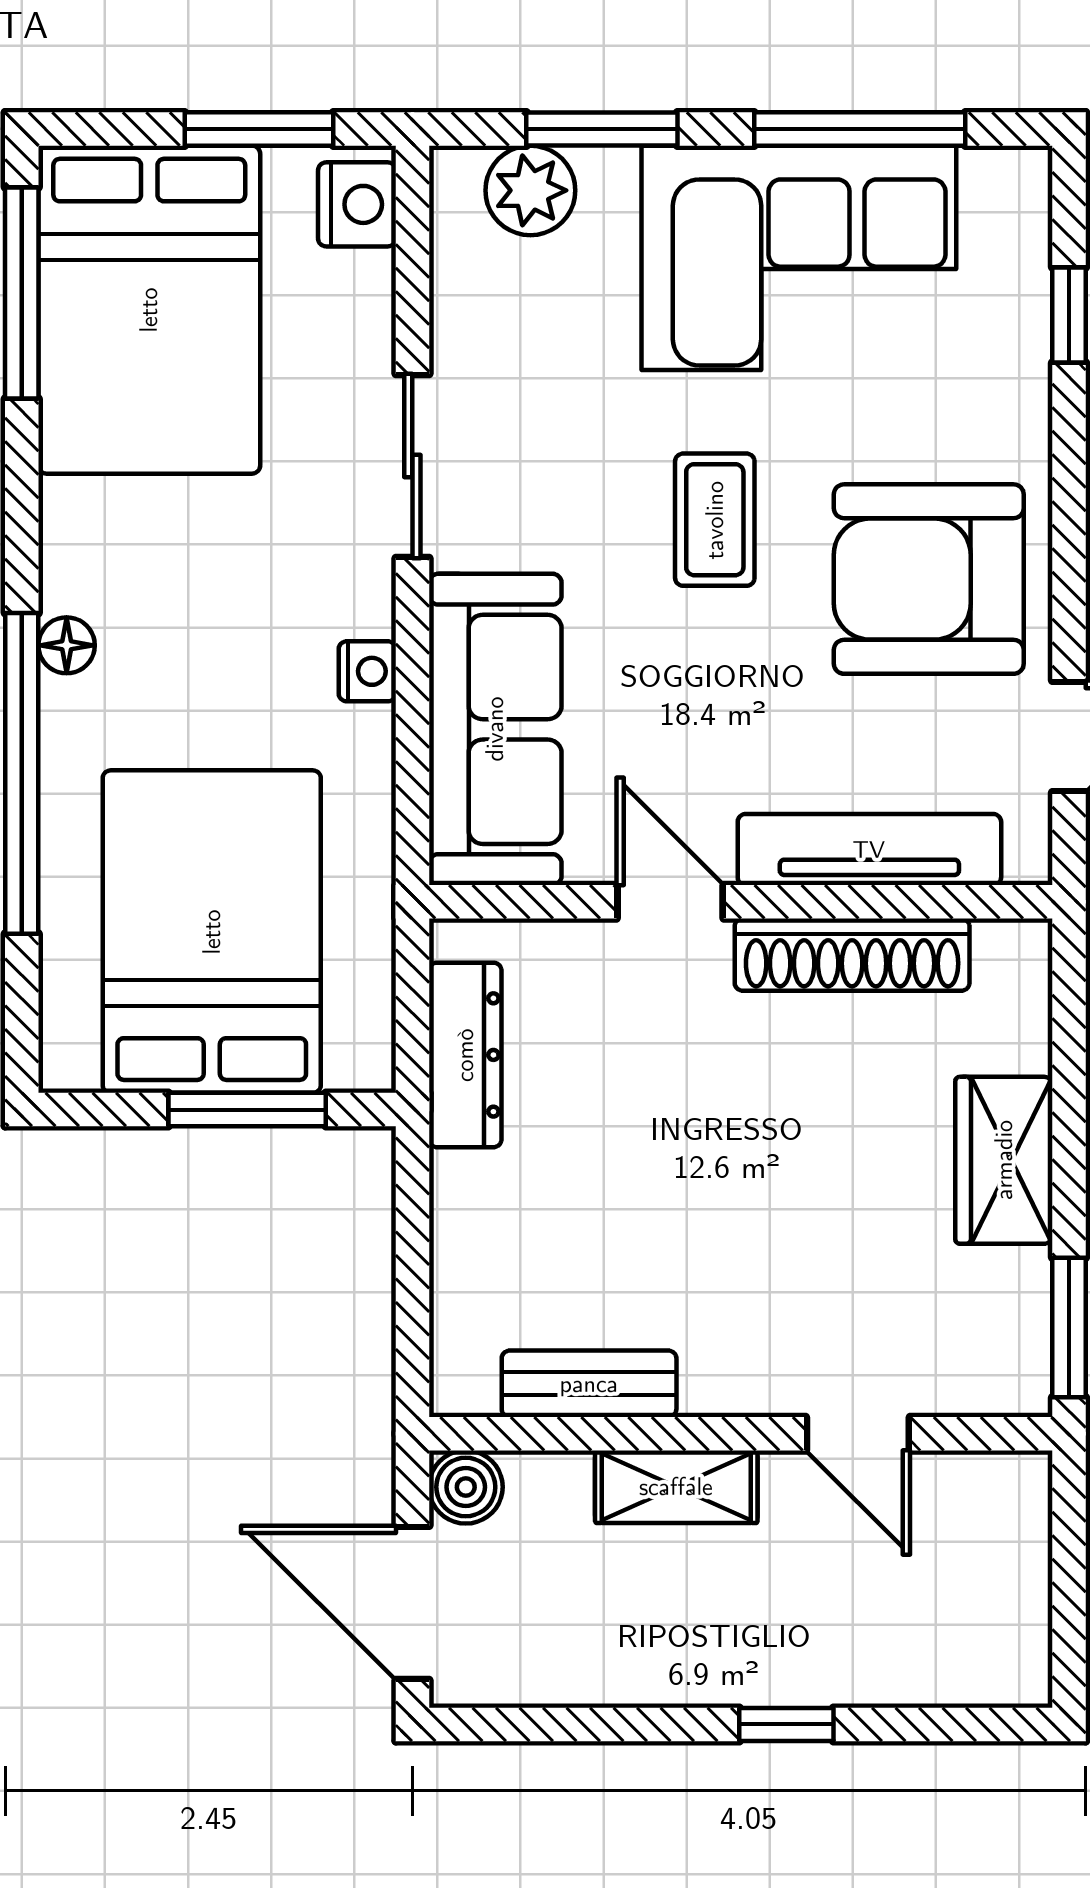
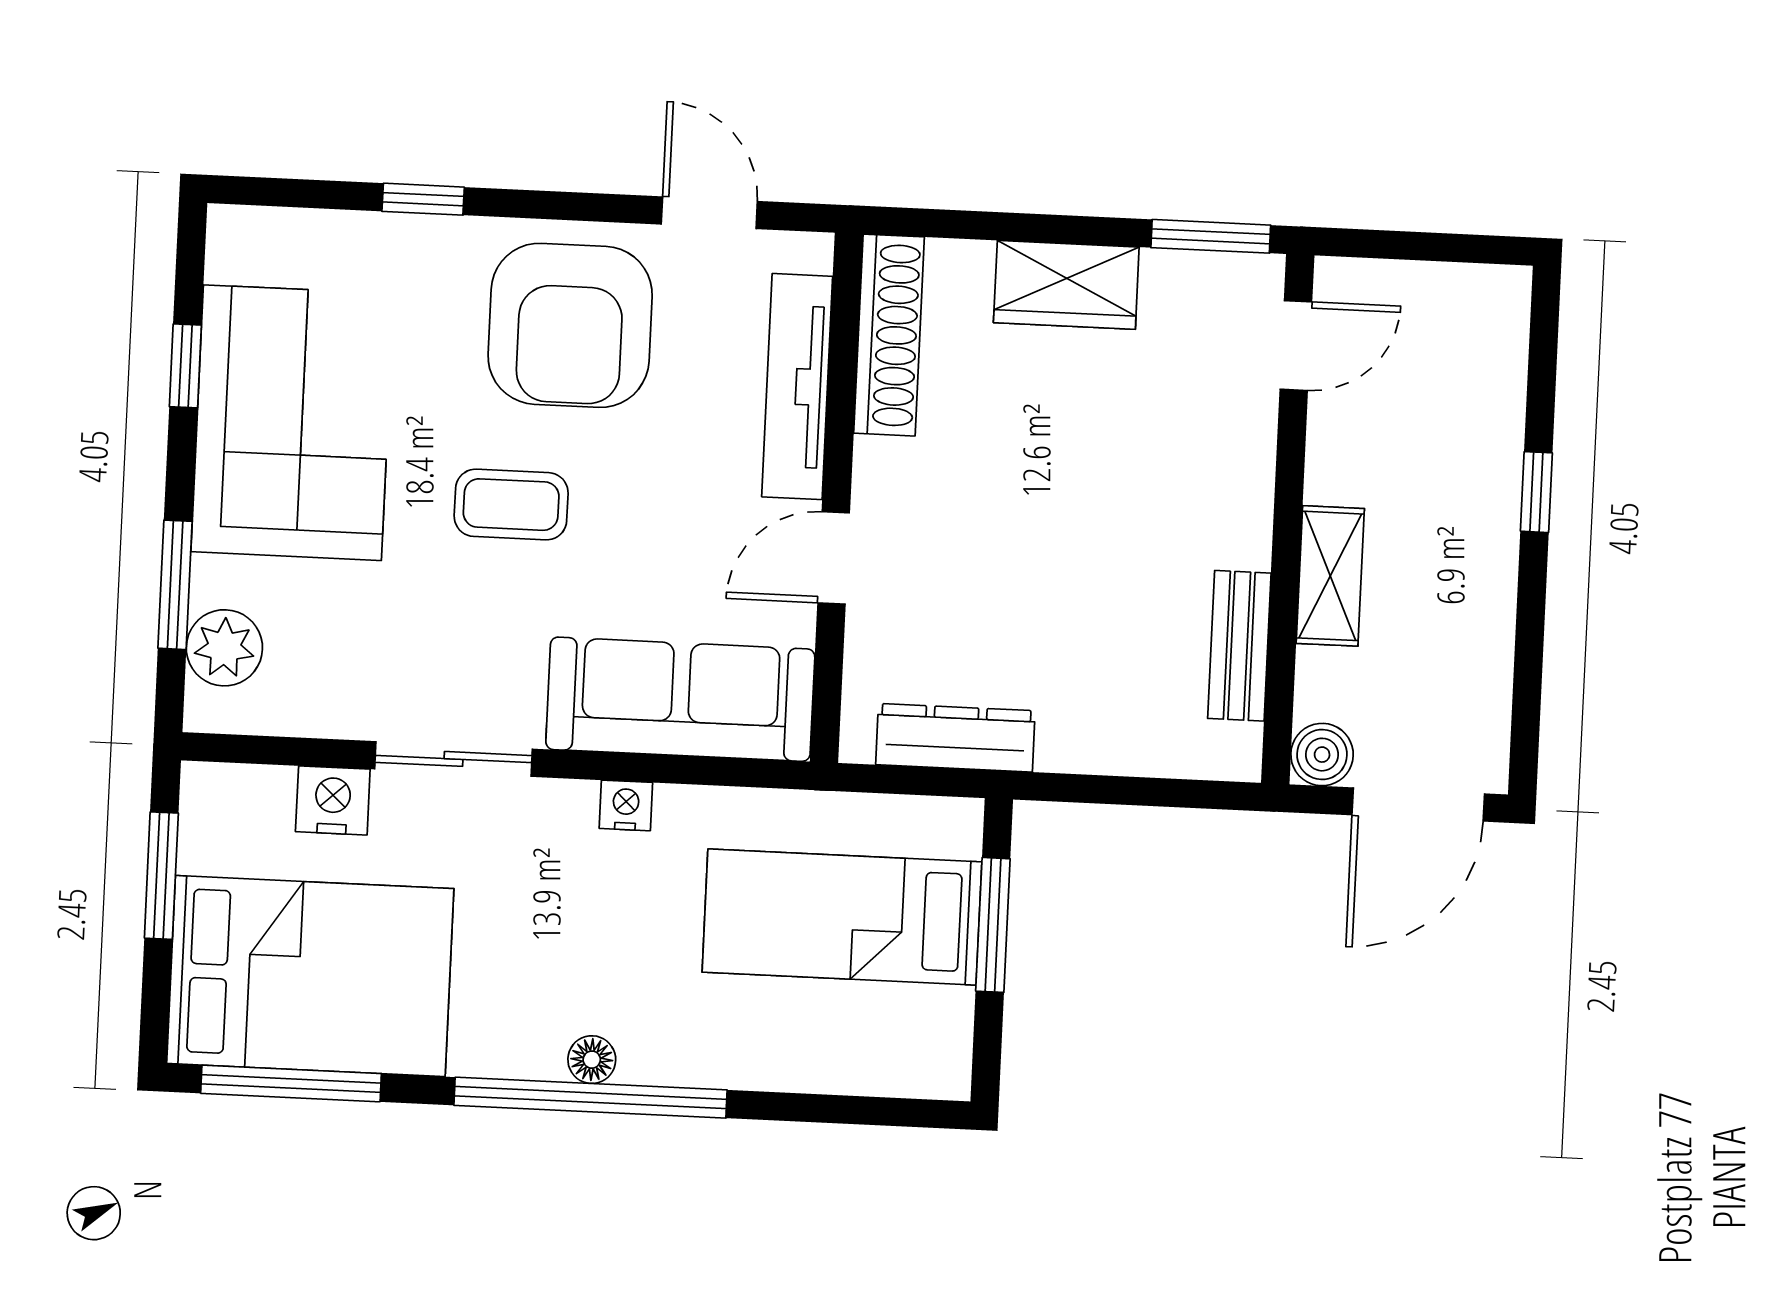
window: (860, 129) -> (185, 366), width x0.46
nightstand: (357, 204) -> (333, 800), moved
window: (1069, 315) -> (423, 199), moved
window: (22, 773) -> (591, 1098), moved
bed: (212, 932) -> (842, 917), width x0.67
shoe rack: (852, 955) -> (889, 335), moved
door: (858, 1434) -> (1296, 346), moved

